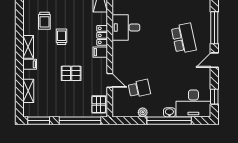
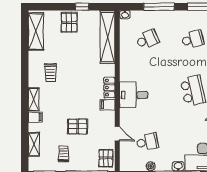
desk: (126, 27) -> (134, 95), moved
trolley: (61, 37) -> (64, 154), moved

